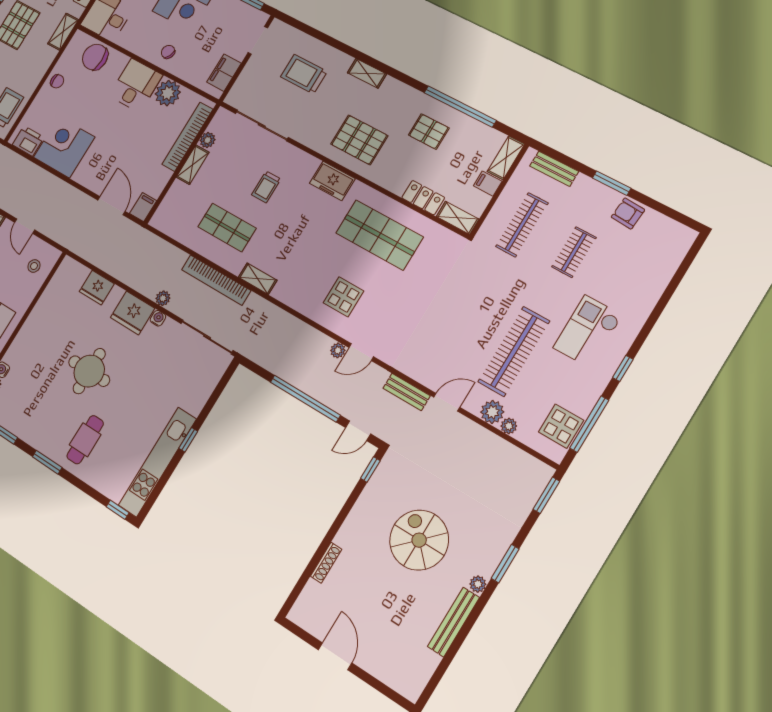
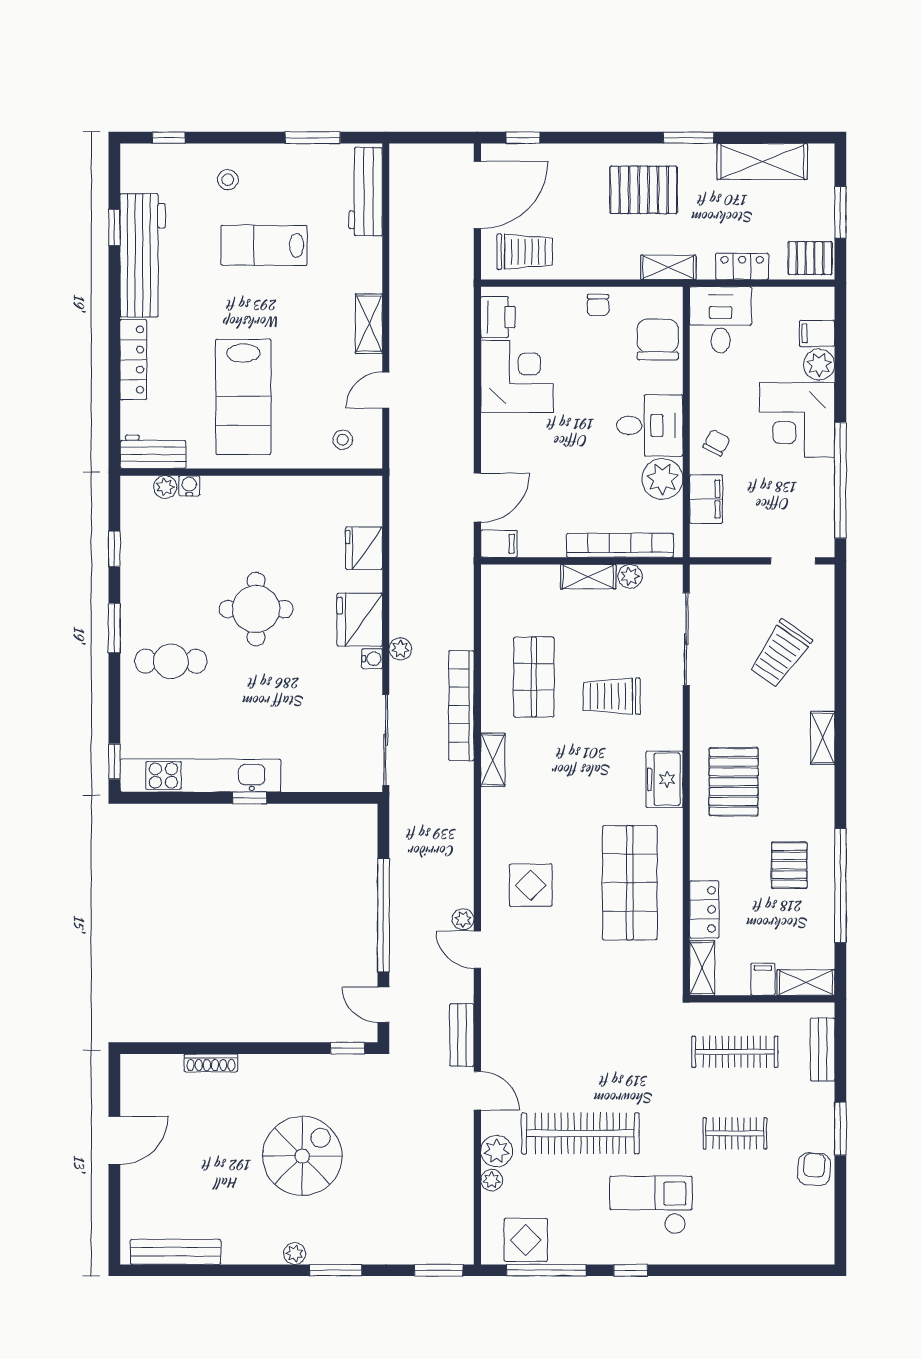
filing cabinet: (224, 73) -> (706, 499), moved, turned 90
trolley: (304, 74) -> (780, 653), turned -145
trolley: (266, 187) -> (612, 696), width x1.36, depth x1.39
bench: (453, 622) -> (175, 1252), moved

